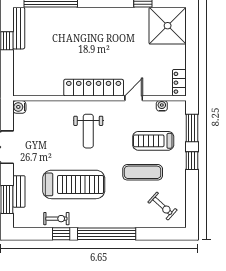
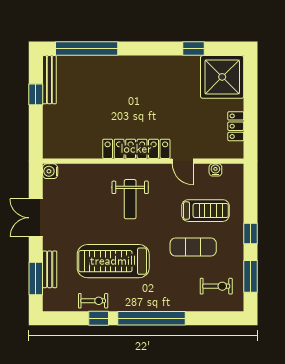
locker: (179, 83) -> (236, 126), moved
door: (134, 98) -> (183, 161), swing flipped
window: (192, 128) -> (250, 276), moved
treadmill: (153, 141) -> (205, 211), turned 180
treadmill: (74, 184) -> (113, 261), turned 180
exercise bike: (162, 206) -> (216, 286), turned -42

